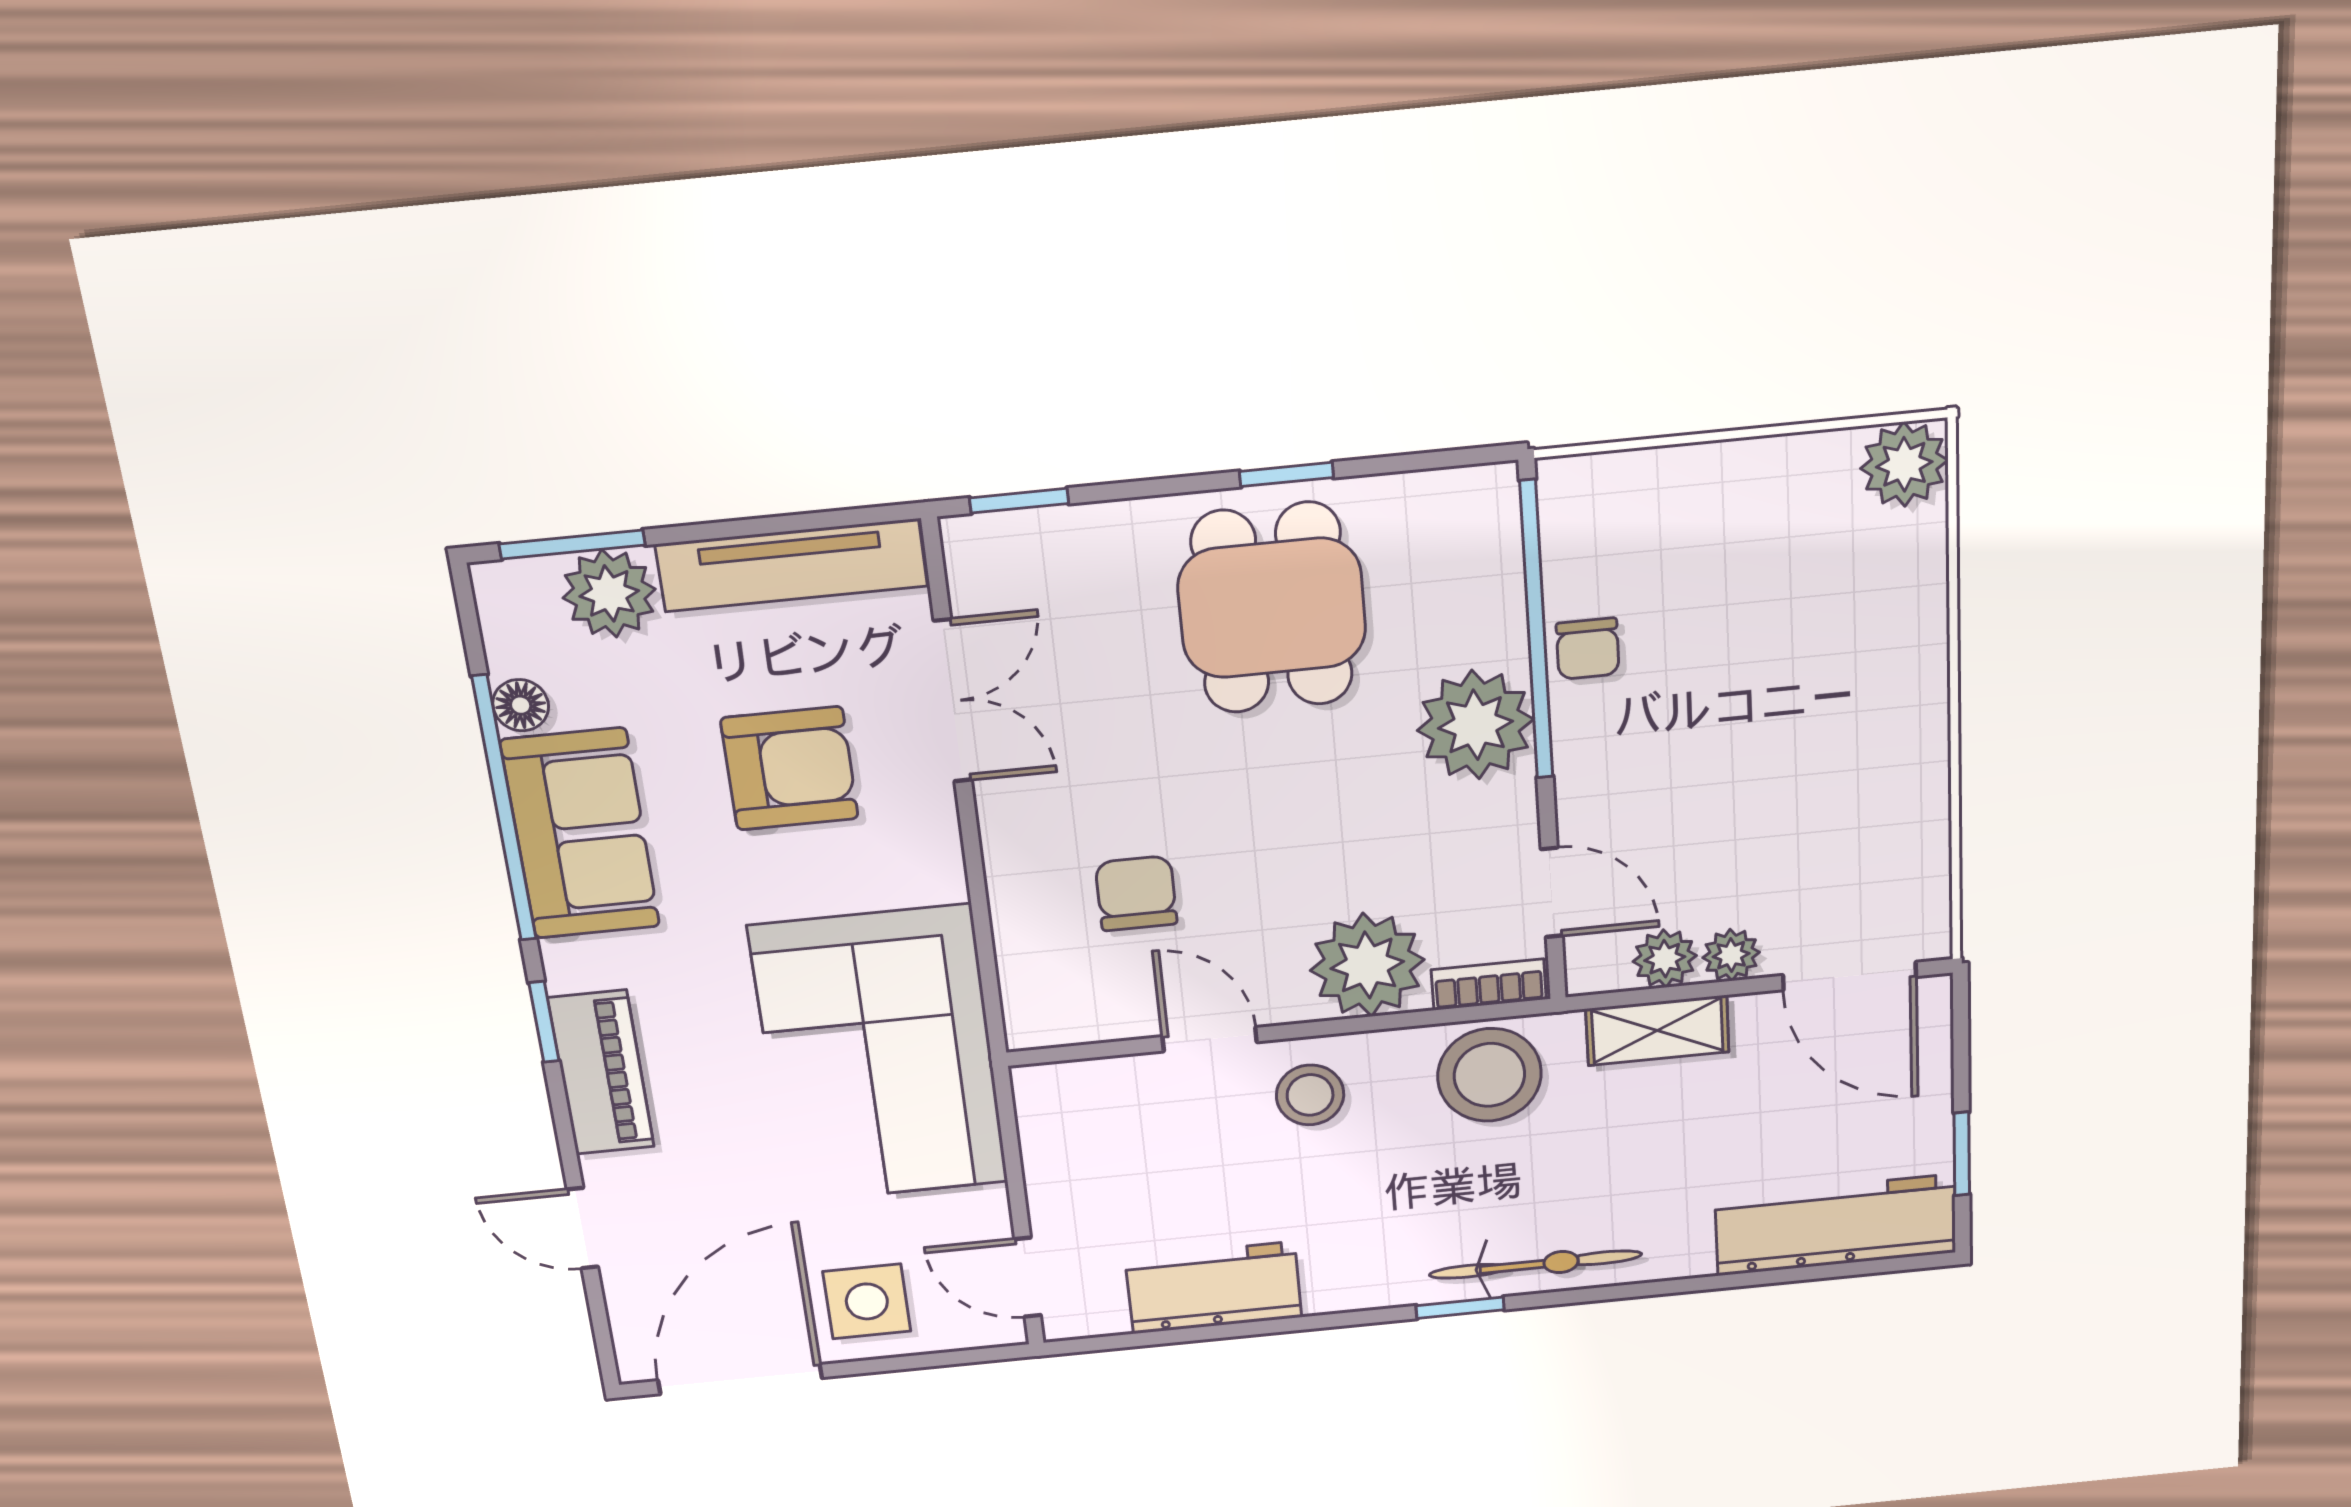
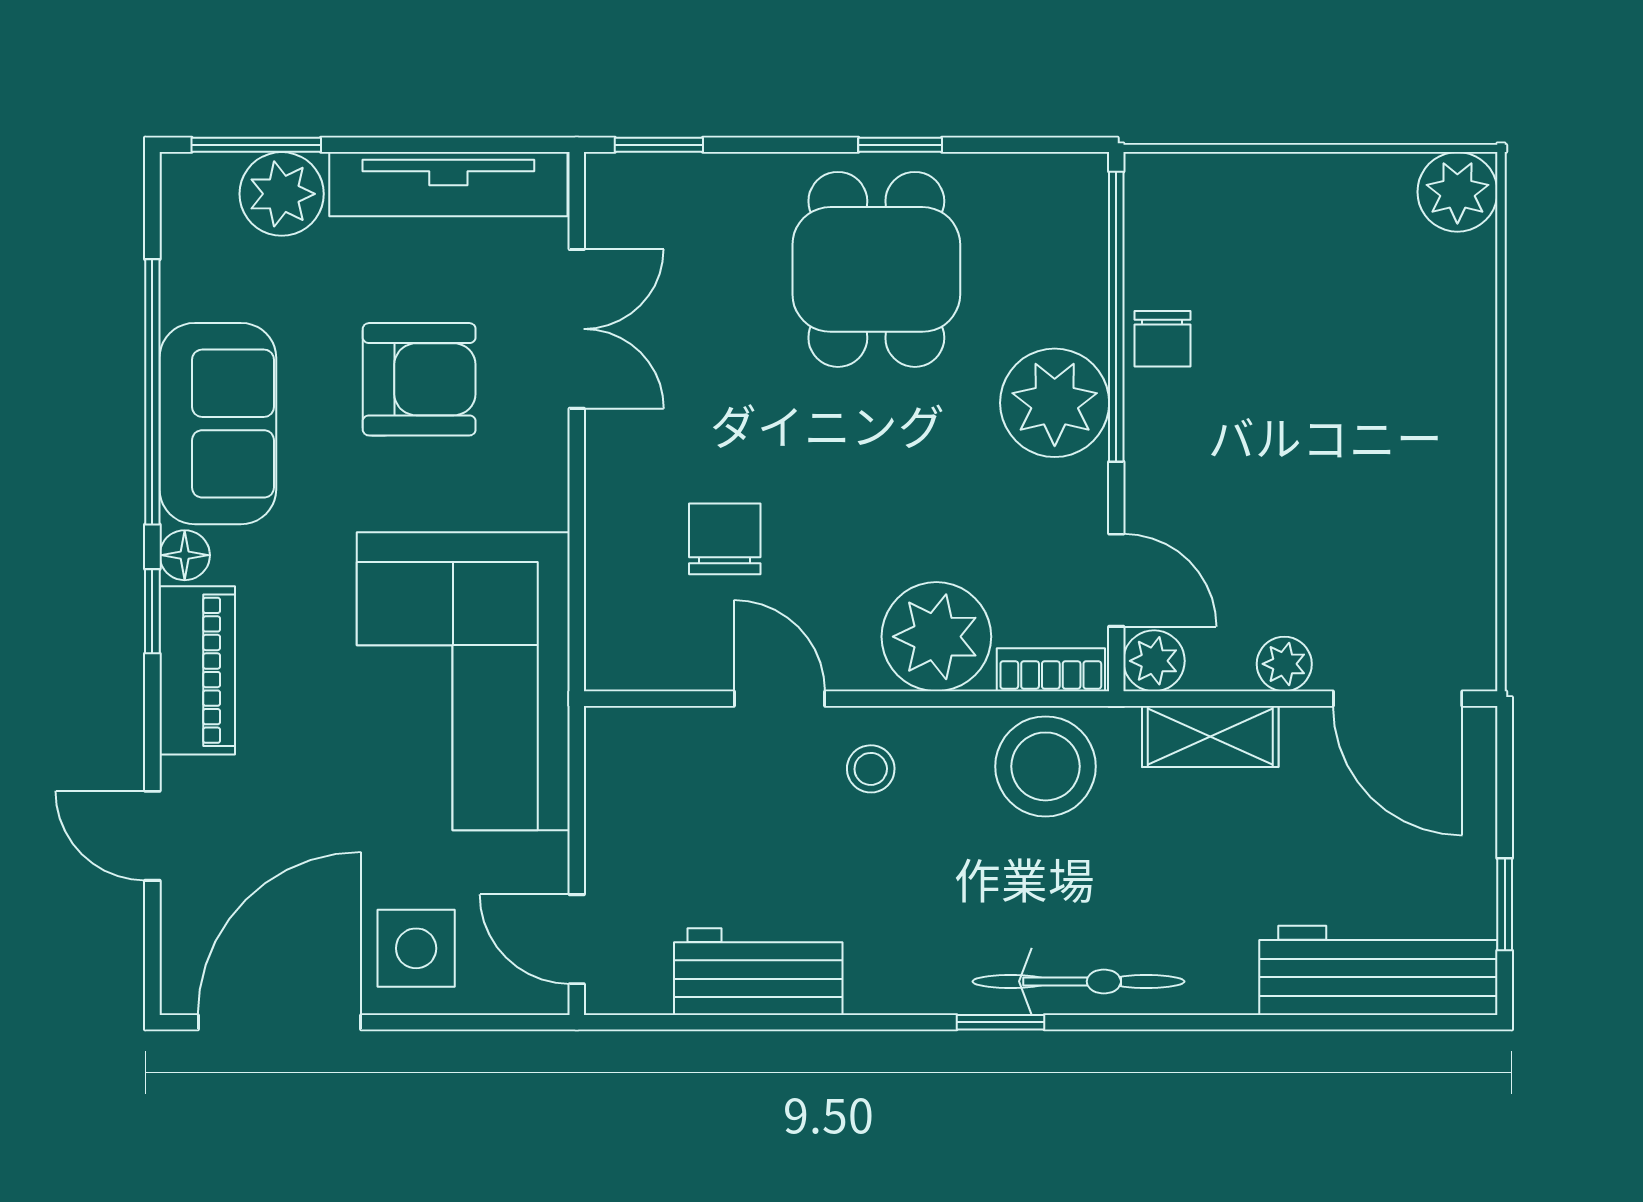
floor lamp: (521, 705) -> (185, 555), moved
plant: (1665, 959) -> (1154, 661), moved
stool: (1310, 1095) -> (871, 769), width x0.73, depth x0.73

